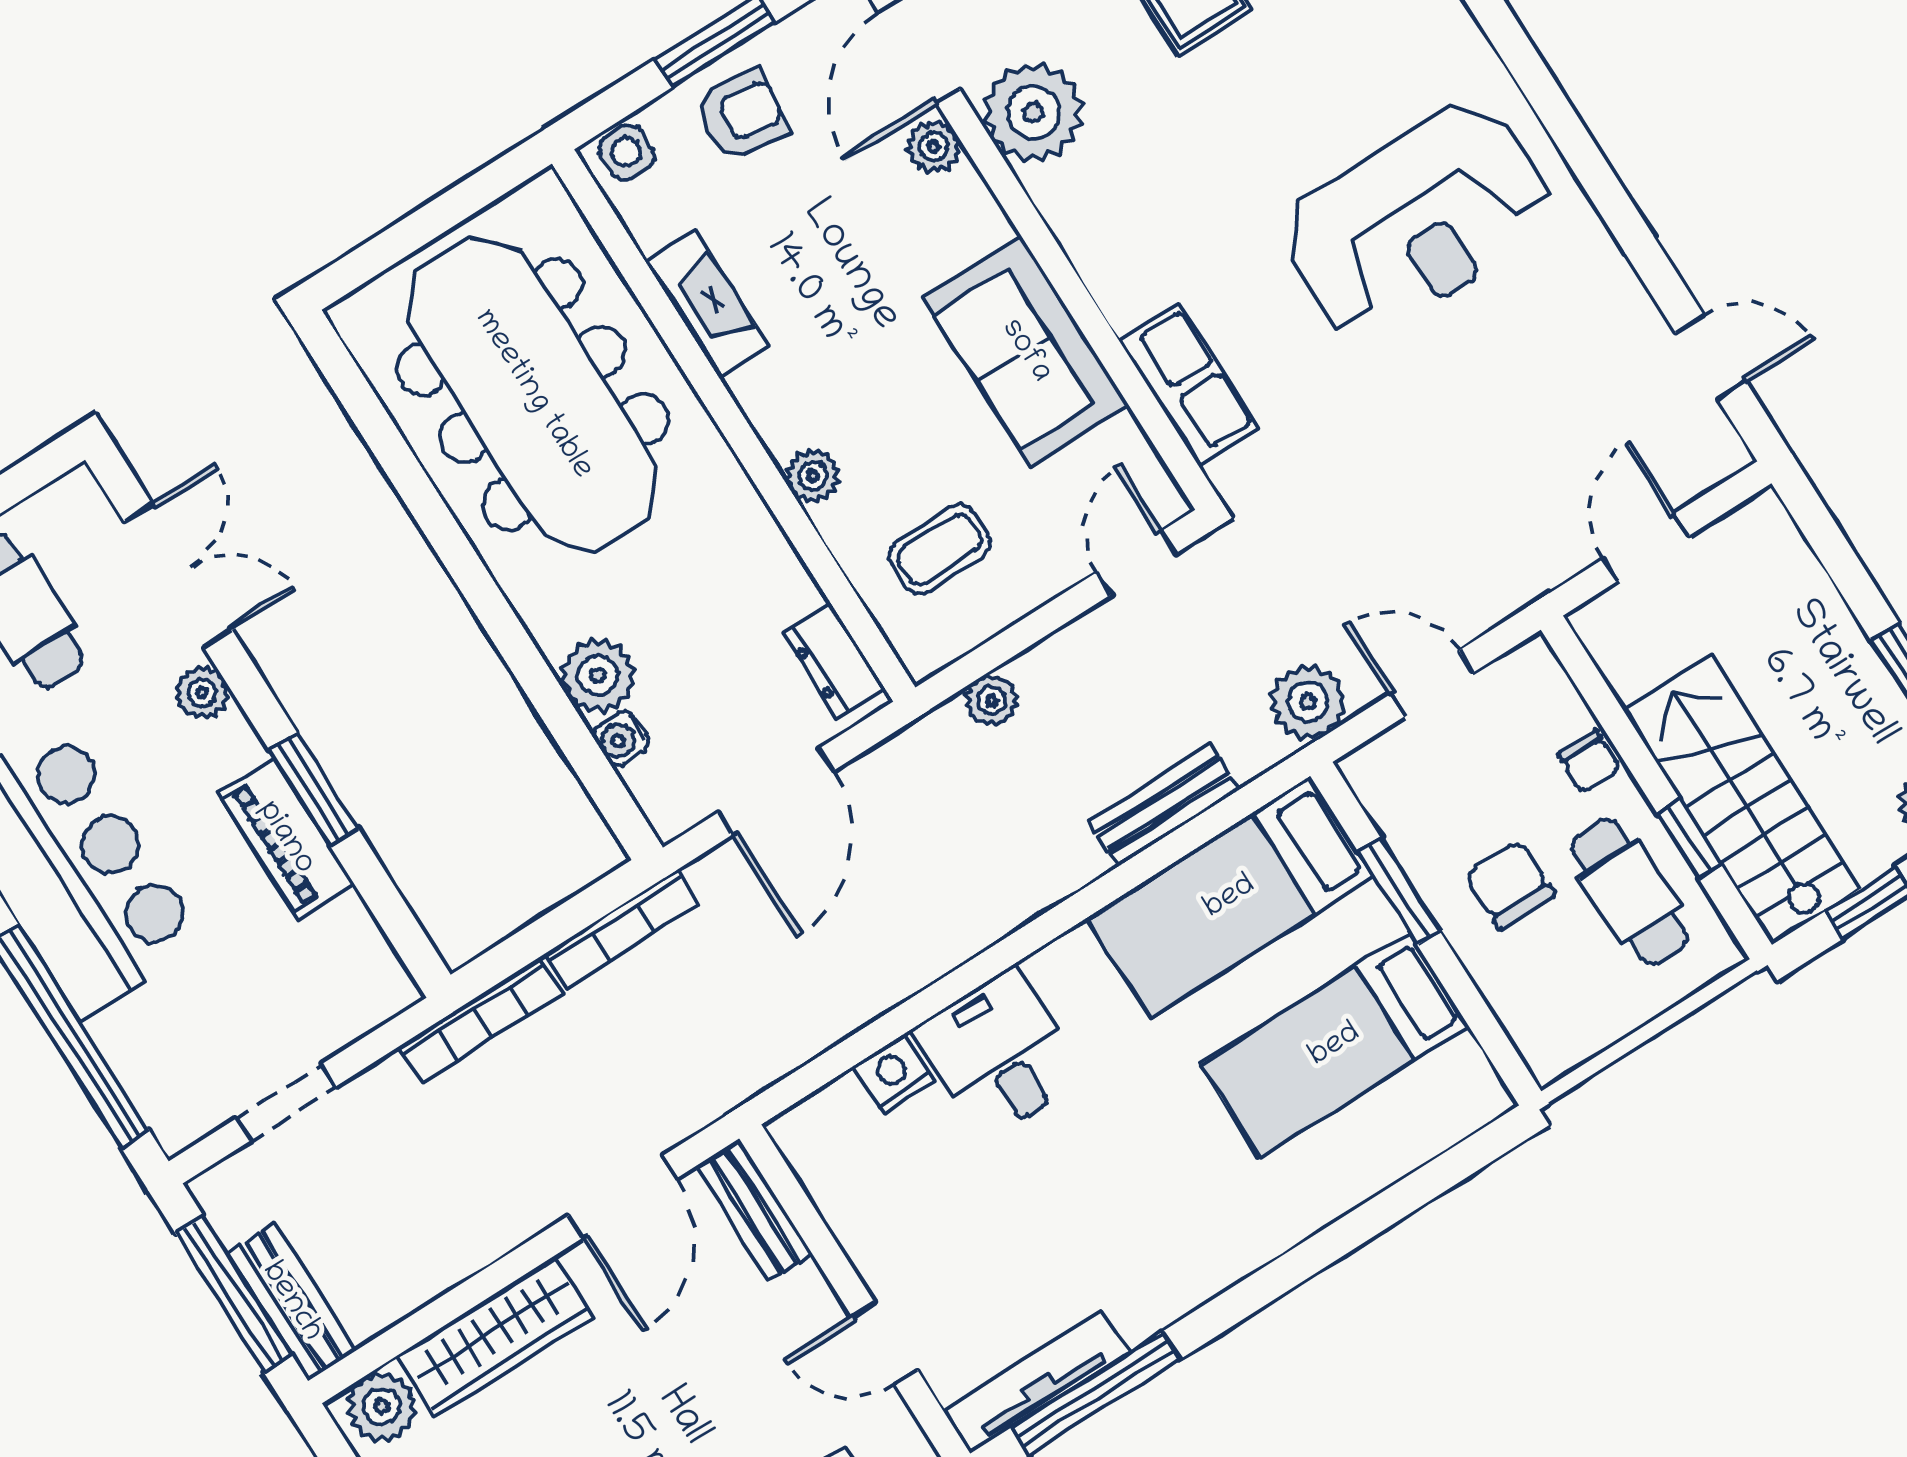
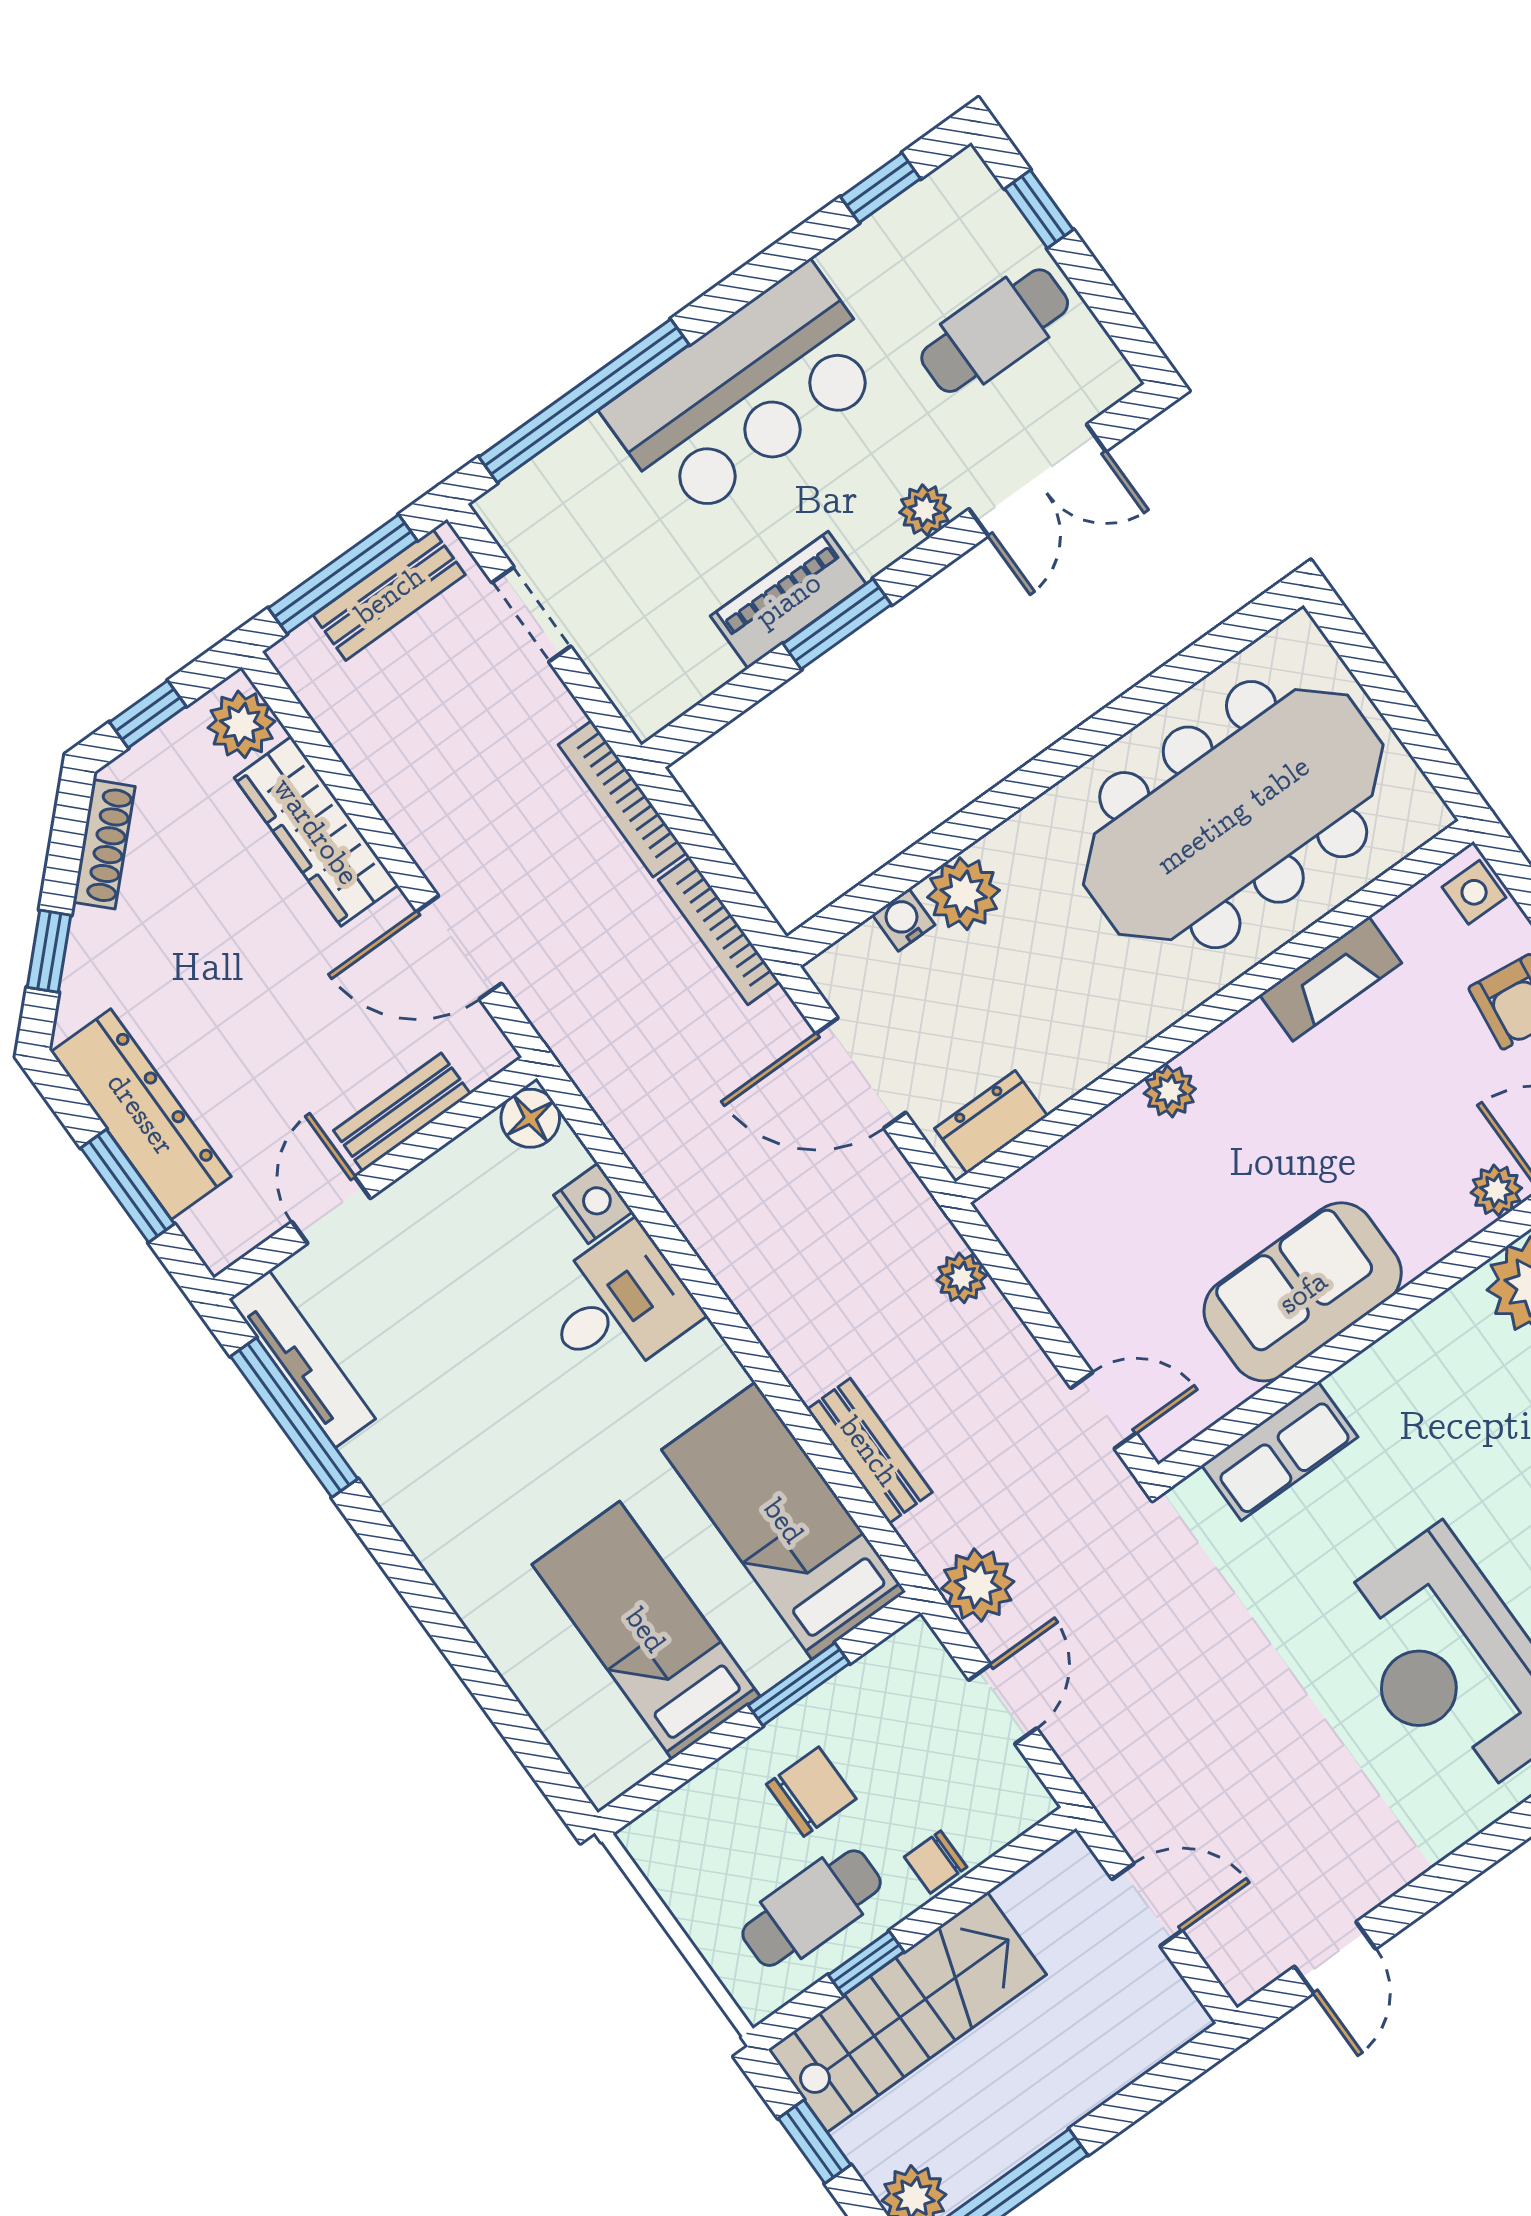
coffee table: (940, 549) -> (1106, 1219), removed
floor lamp: (803, 1134) -> (530, 1118), added
bench: (754, 1210) -> (402, 1112), moved
bench: (292, 1302) -> (389, 595), moved

